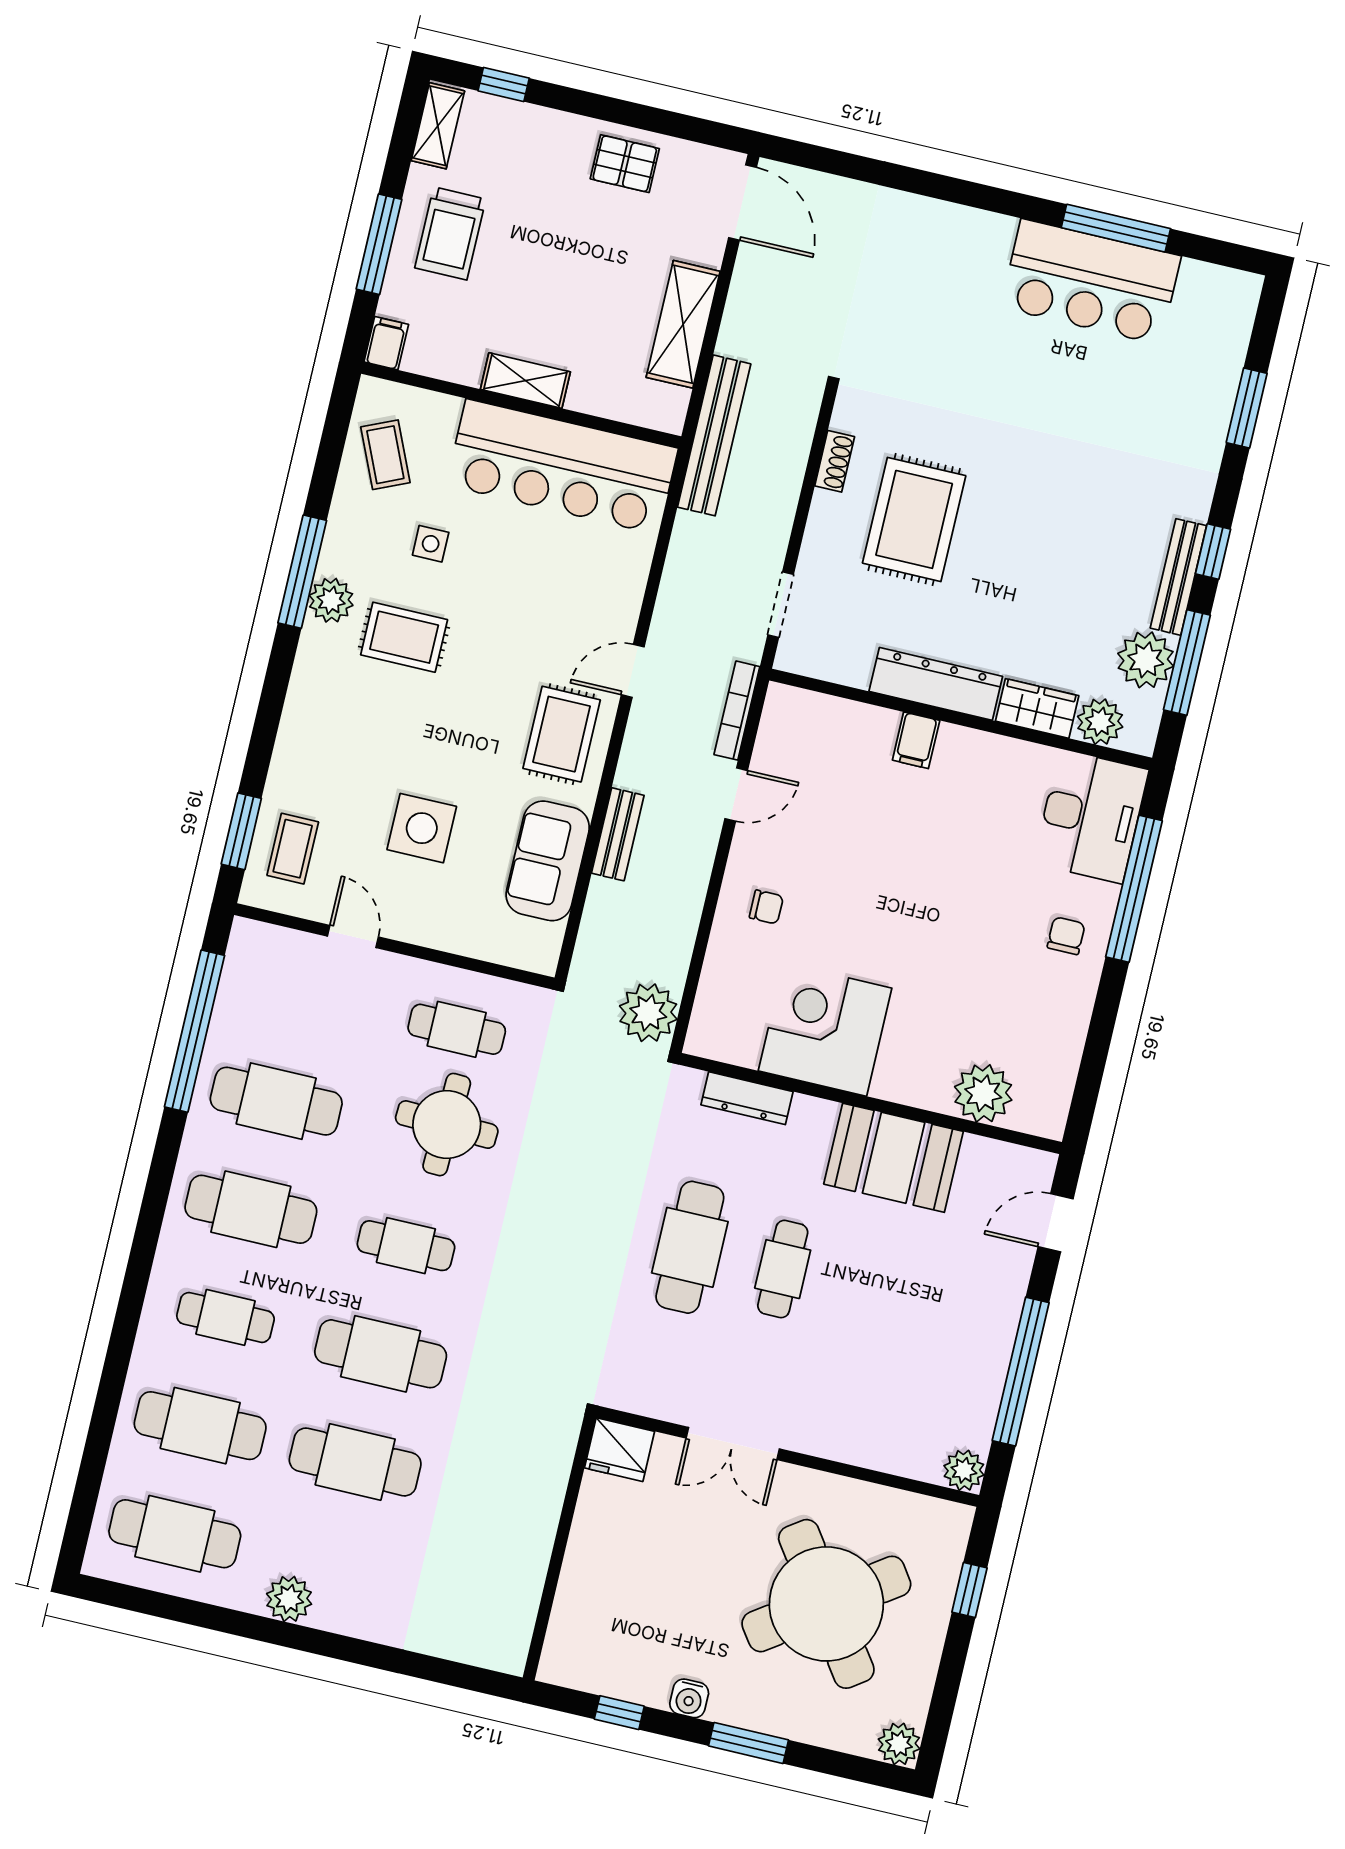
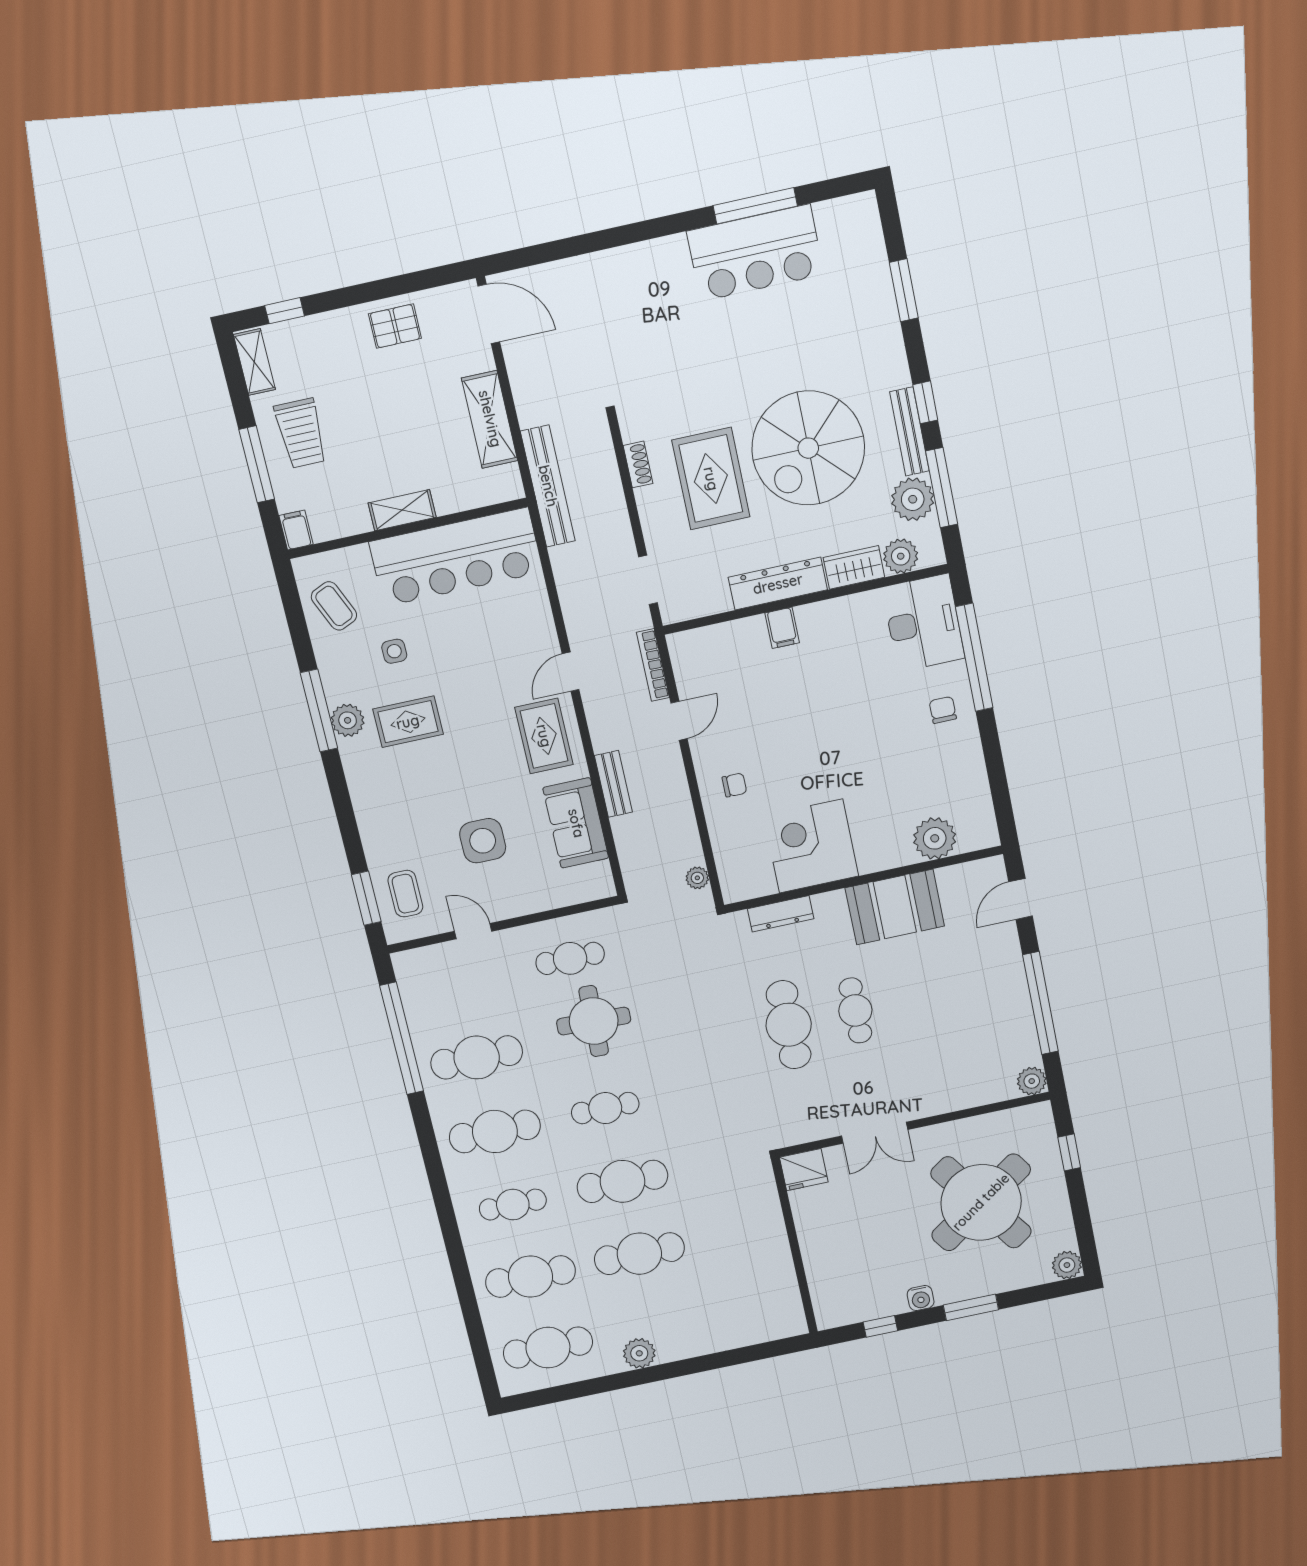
spiral stairs: (1048, 539) -> (808, 448), added
plant: (648, 1013) -> (697, 878), width x0.53, depth x0.53

